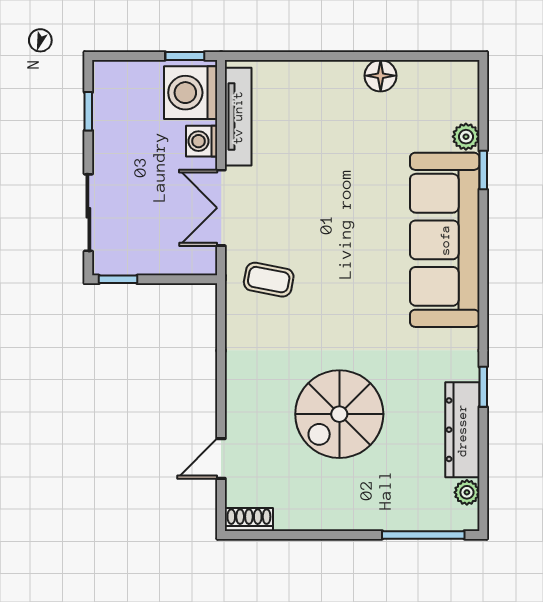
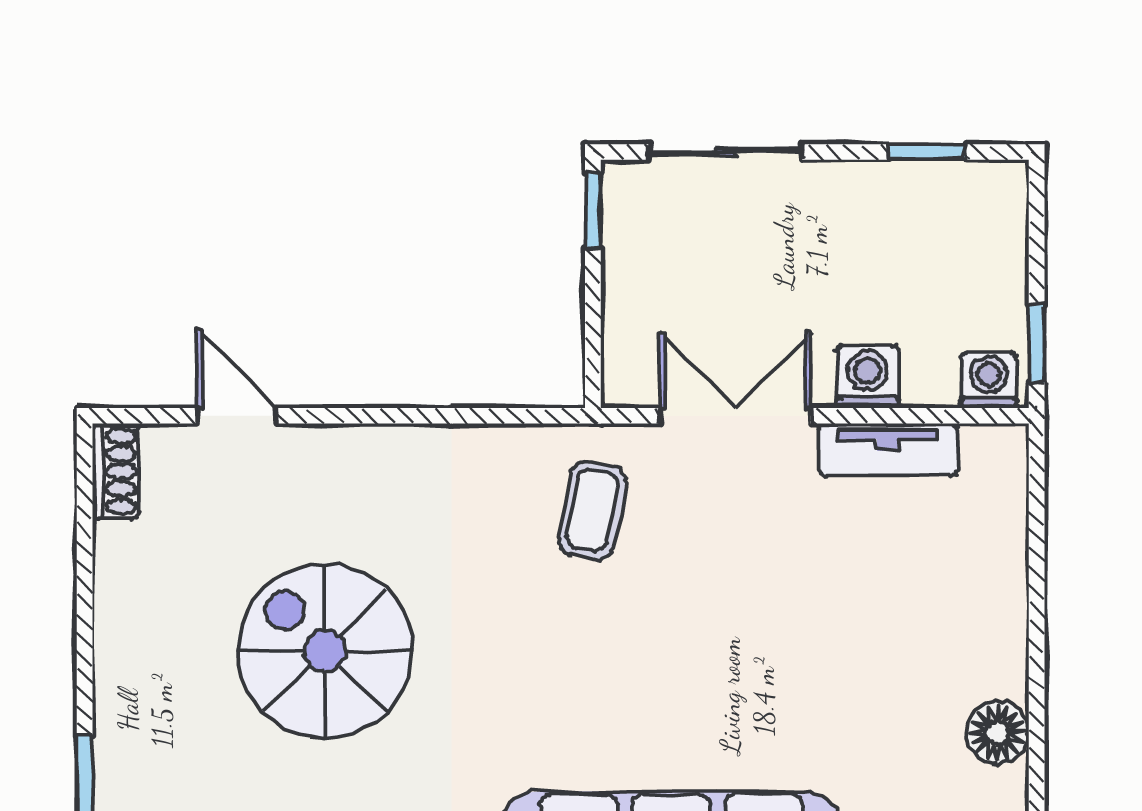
washing machine: (191, 93) -> (989, 380), width x0.53, depth x0.53
tv unit: (238, 117) -> (888, 450), width x0.71

